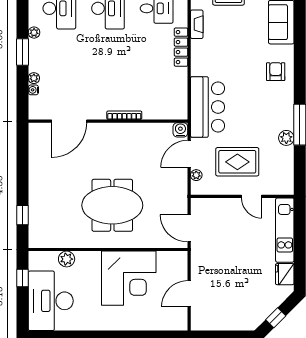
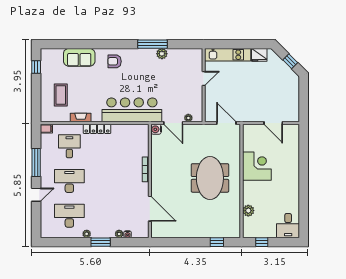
bar counter: (208, 107) -> (132, 110), width x1.36
rug: (237, 162) -> (179, 89), removed
door: (189, 228) -> (226, 123), swing flipped
corner desk: (129, 278) -> (257, 166), width x0.74, depth x0.74
desk: (51, 301) -> (288, 226), width x0.53, depth x0.77

